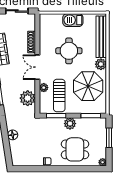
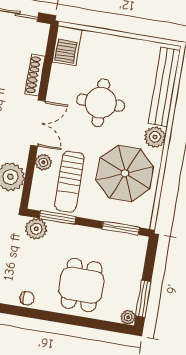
barbecue: (73, 20) -> (67, 46), moved, turned -90
double door: (37, 67) -> (38, 123), swing flipped
plant: (70, 124) -> (36, 229), moved
window: (109, 138) -> (143, 299), moved
dining table: (75, 149) -> (82, 285), turned 90

